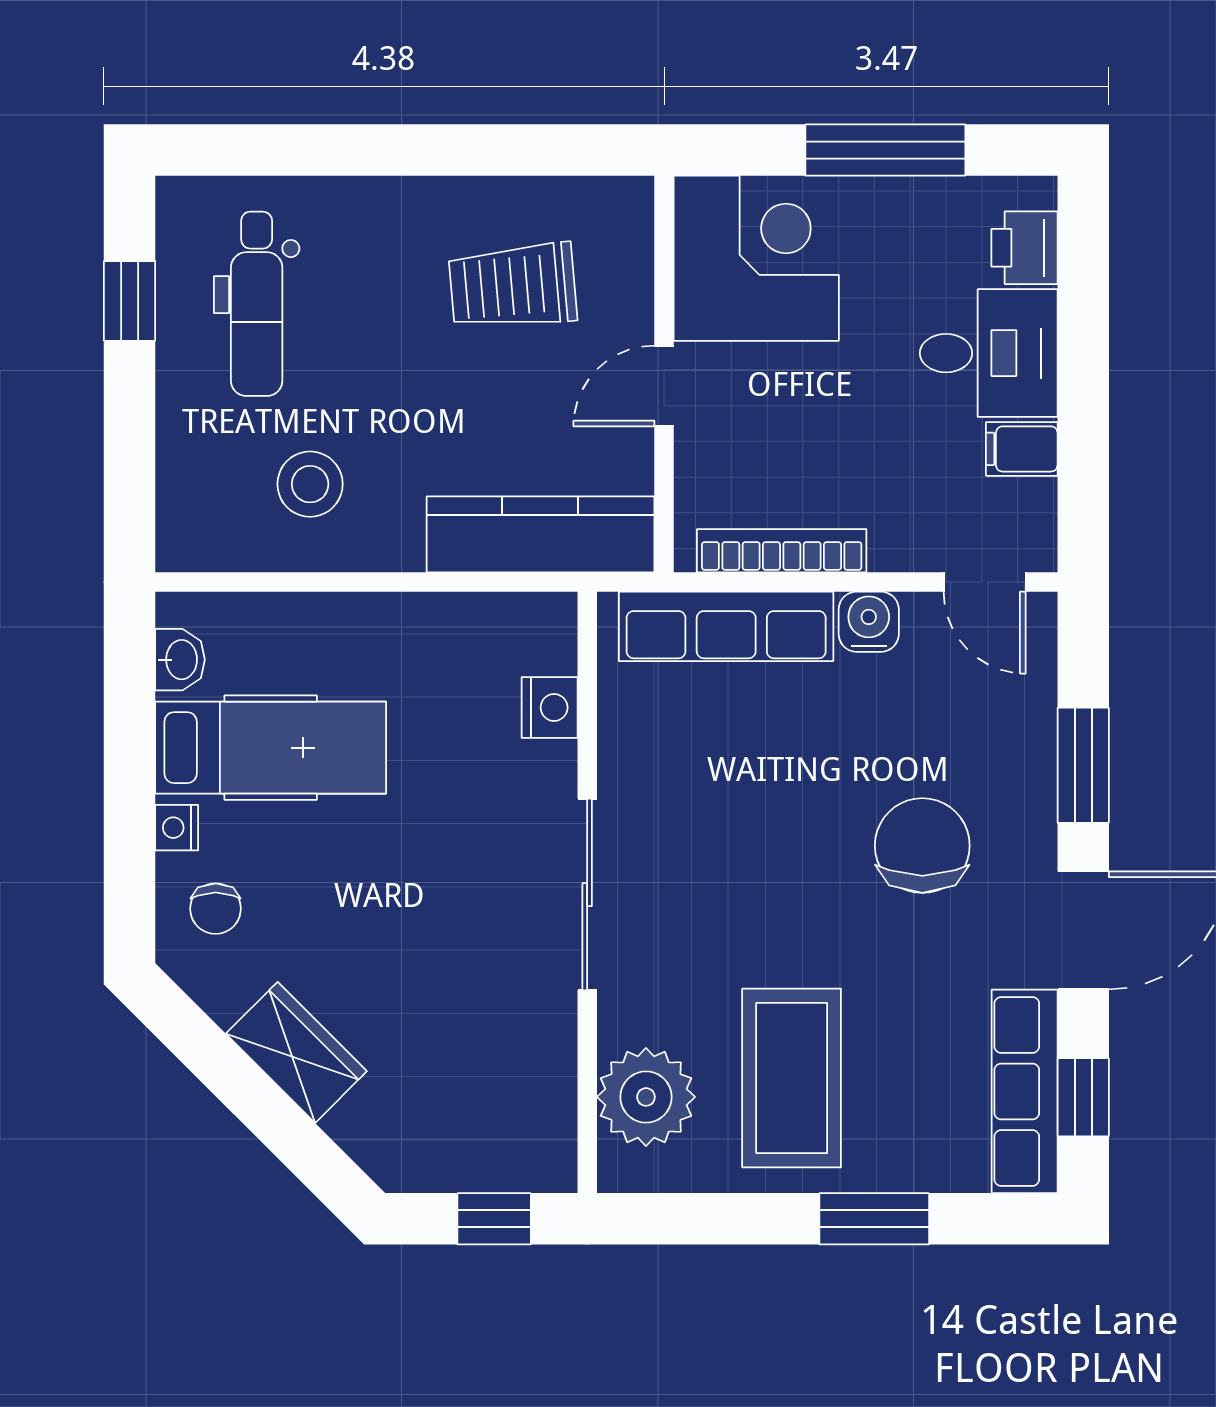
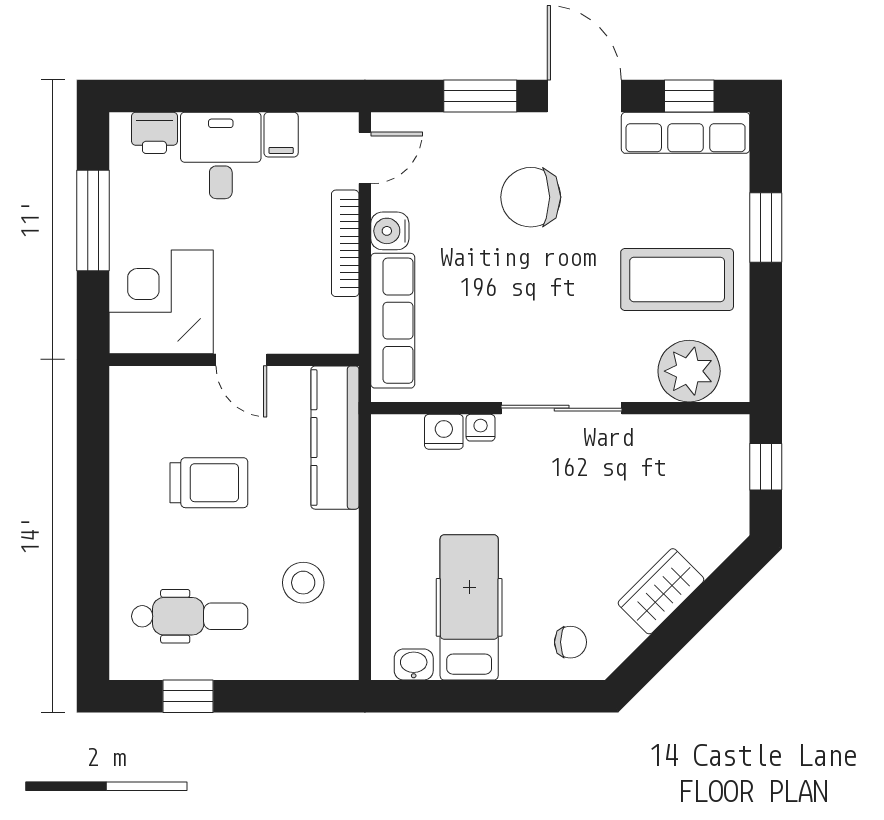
trolley: (513, 286) -> (209, 483), moved, turned -85
bookcase: (782, 551) -> (345, 243), moved
nightstand: (177, 828) -> (481, 428), moved, turned 180

